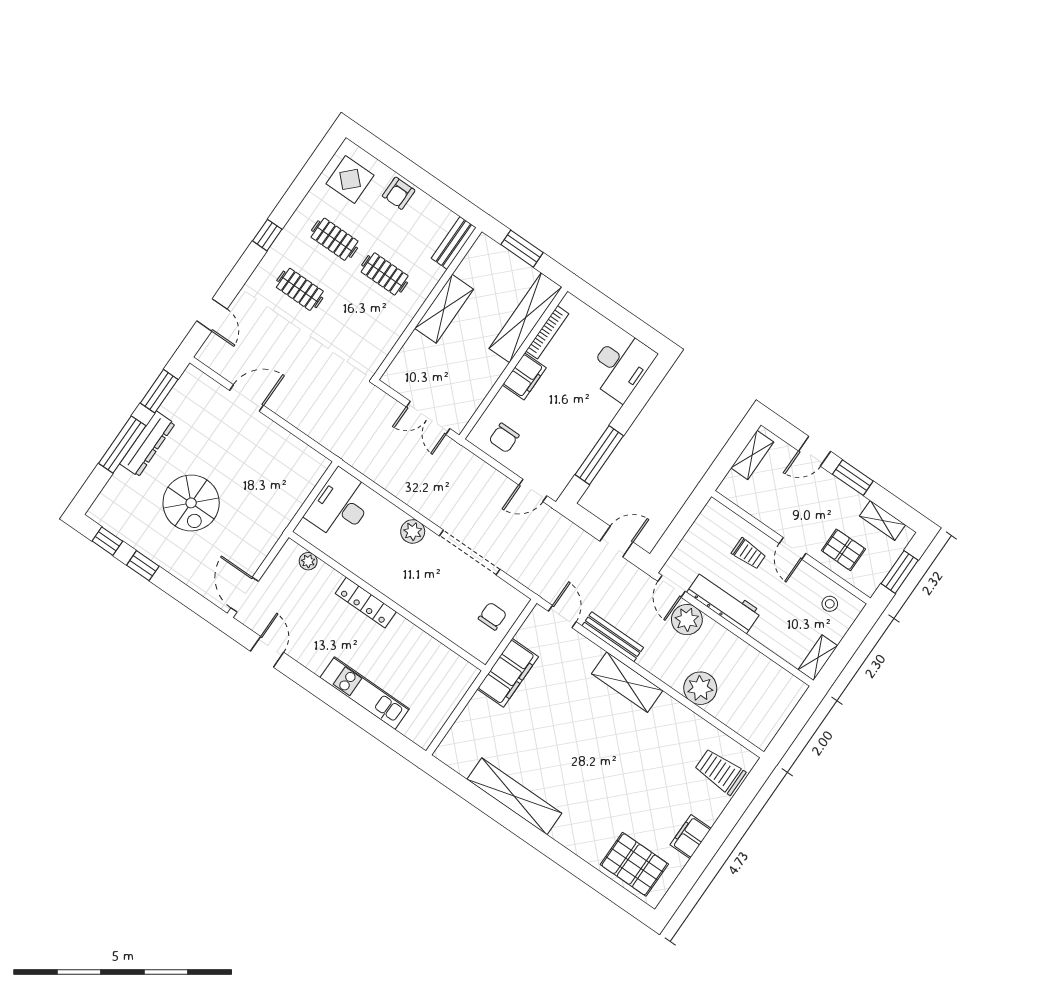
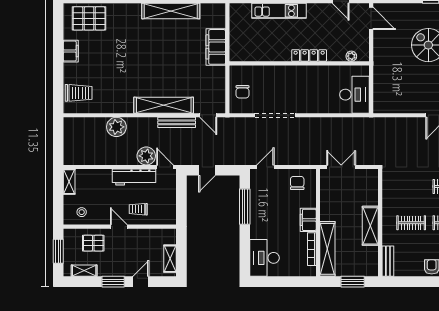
plant: (413, 531) -> (310, 106), removed
filing cabinet: (508, 673) -> (216, 47), moved
shelving: (627, 682) -> (164, 105), width x1.47

